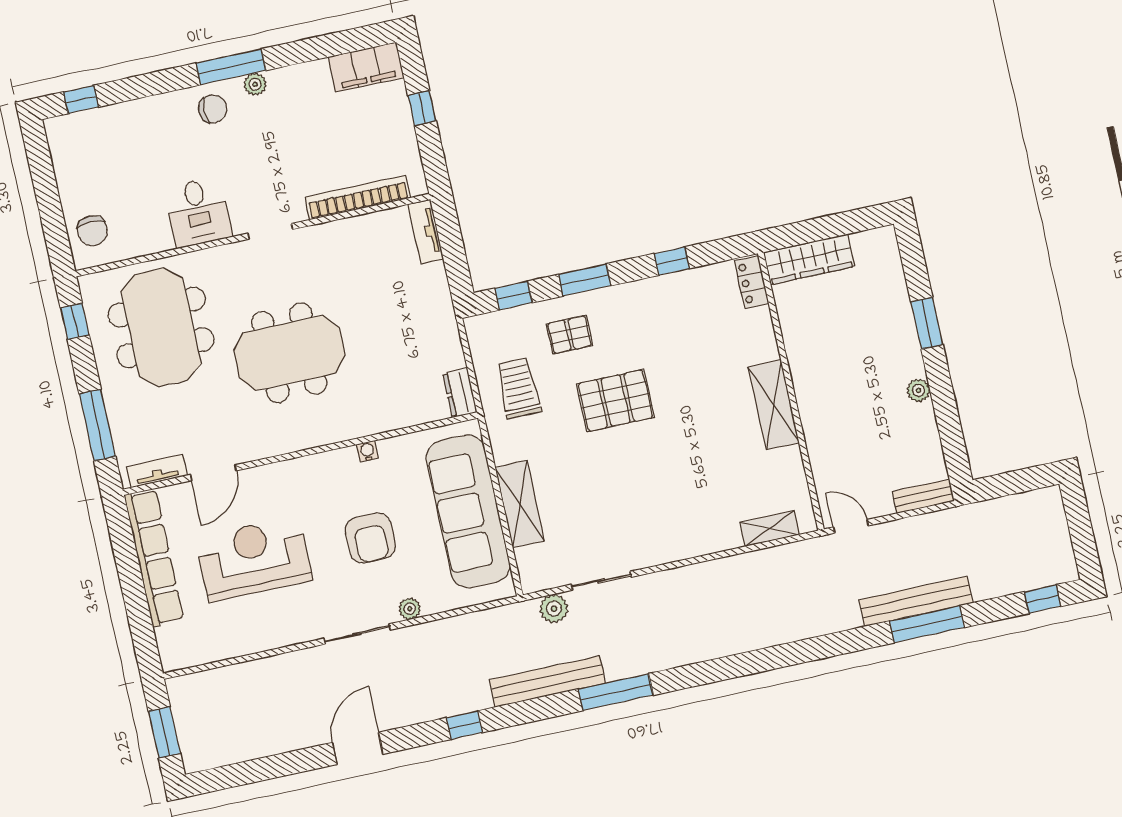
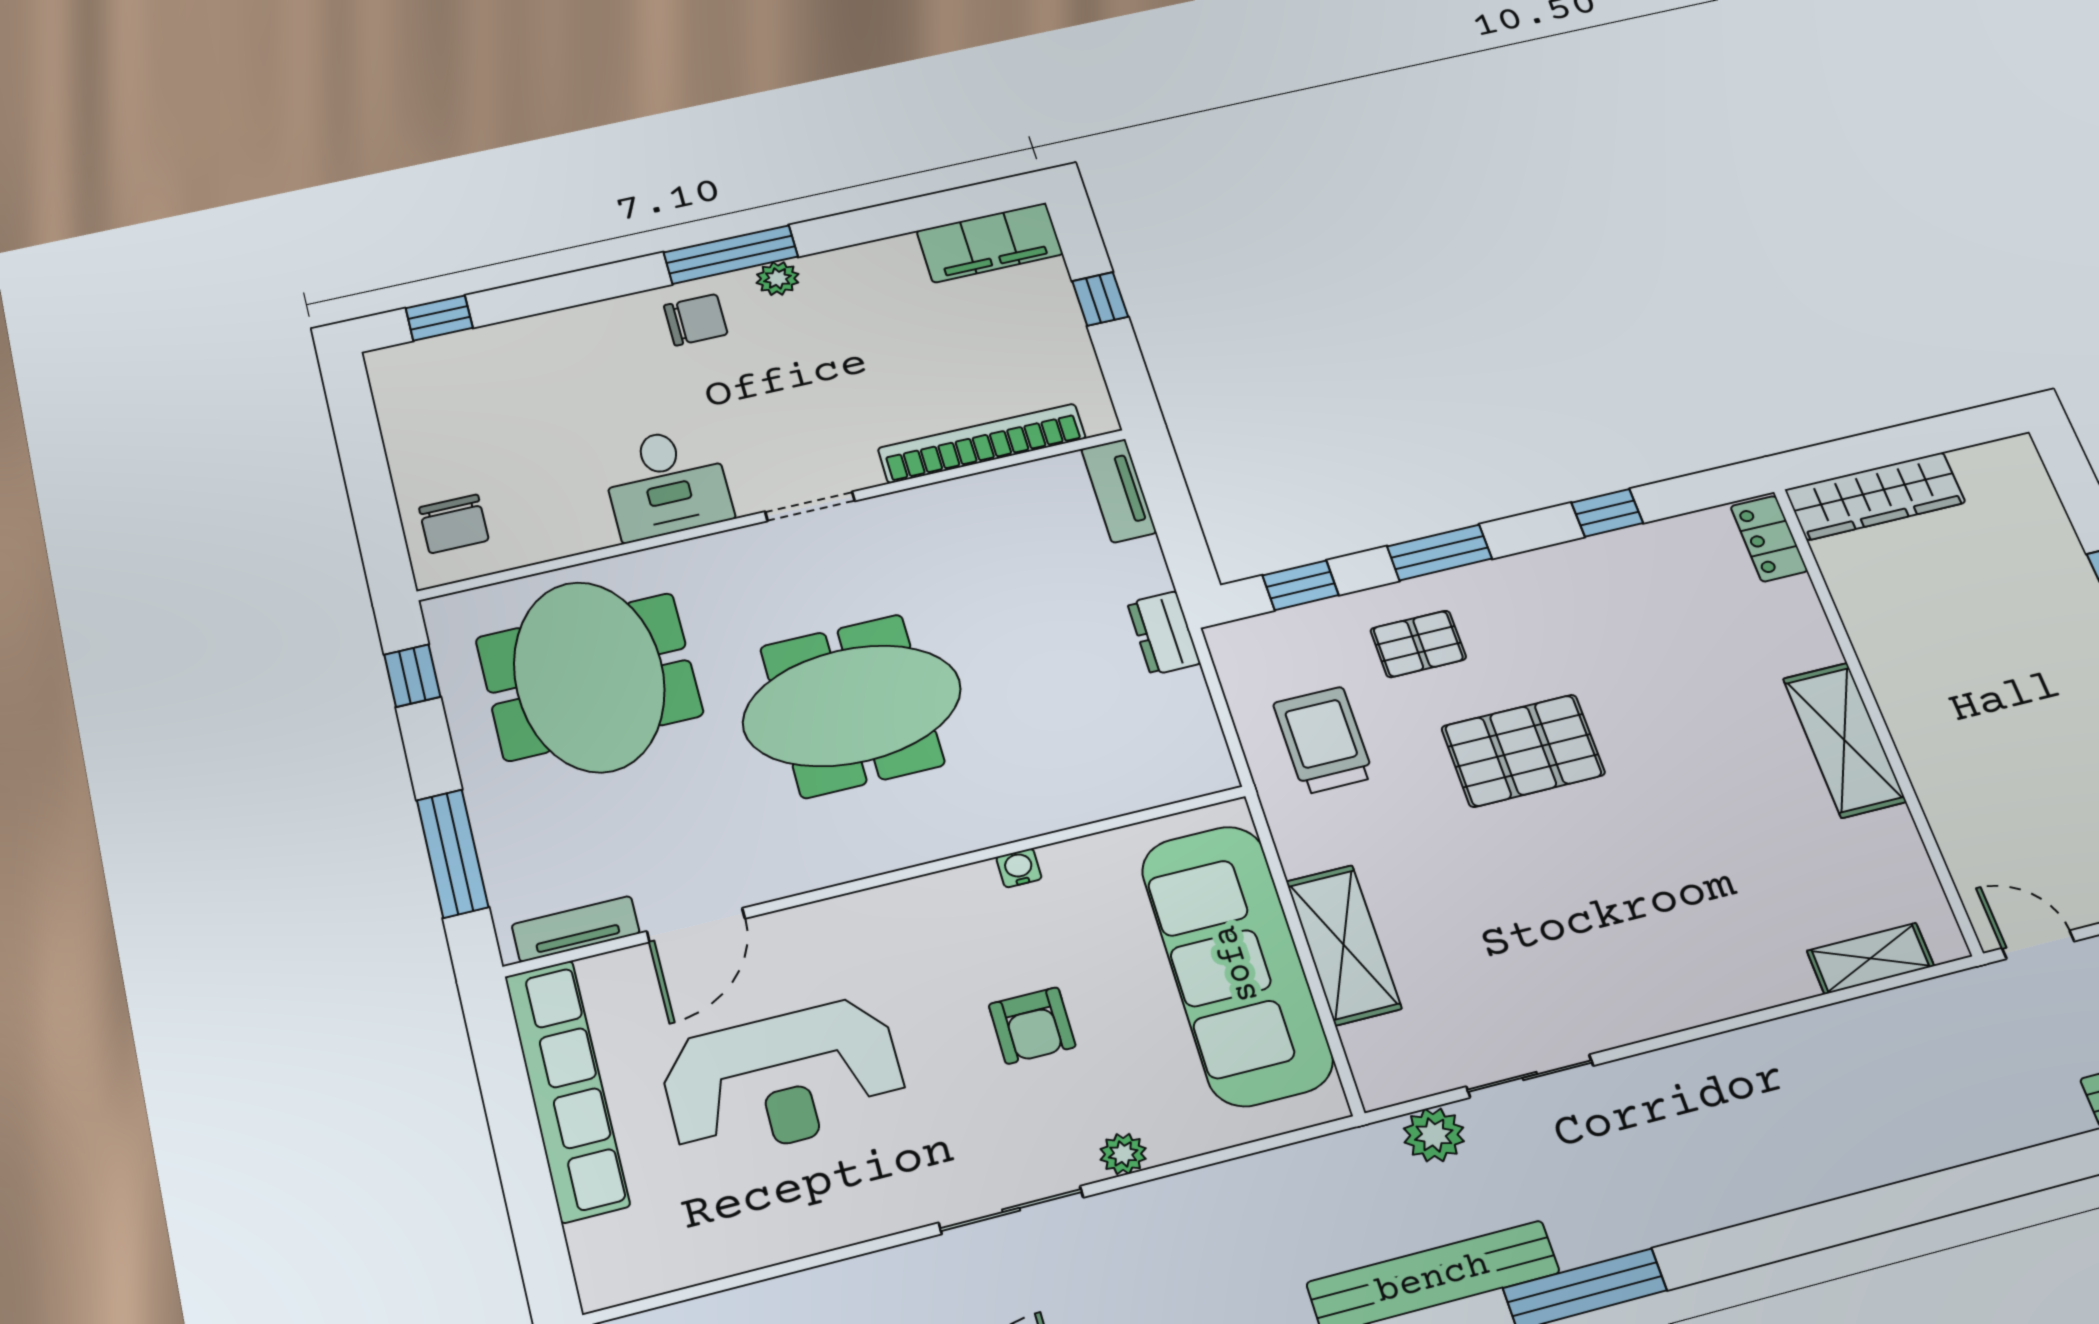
dresser: (460, 393) -> (1164, 633), moved
armchair: (370, 538) -> (1032, 1026), width x0.72, depth x0.72
reception desk: (254, 559) -> (783, 1079), turned 180

